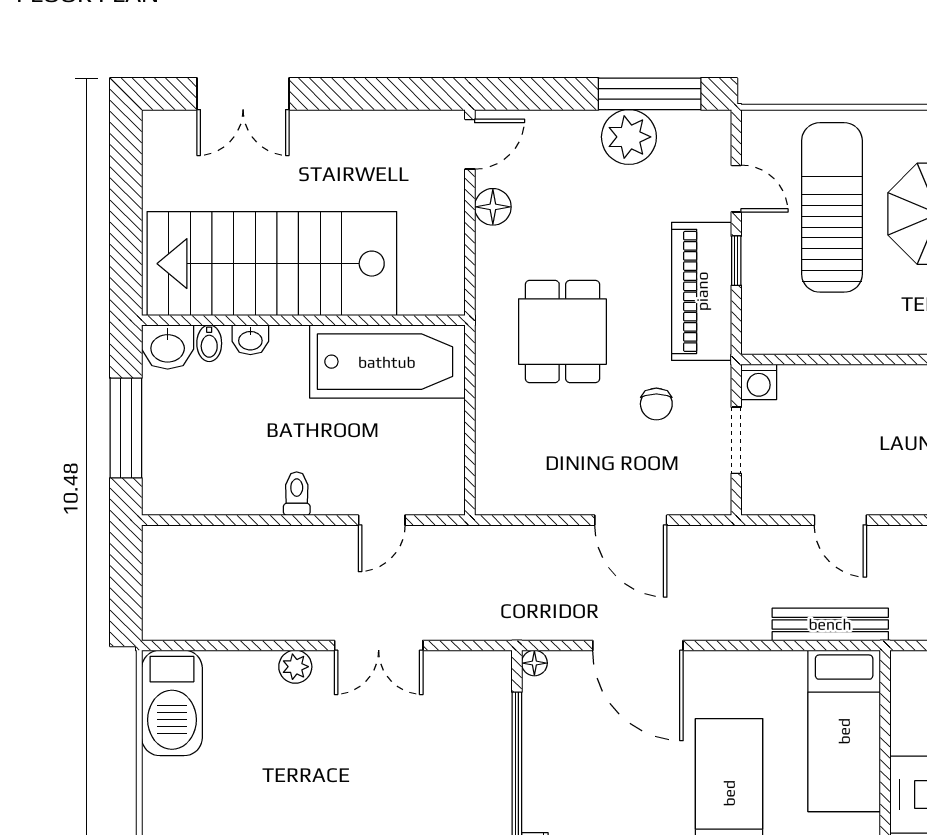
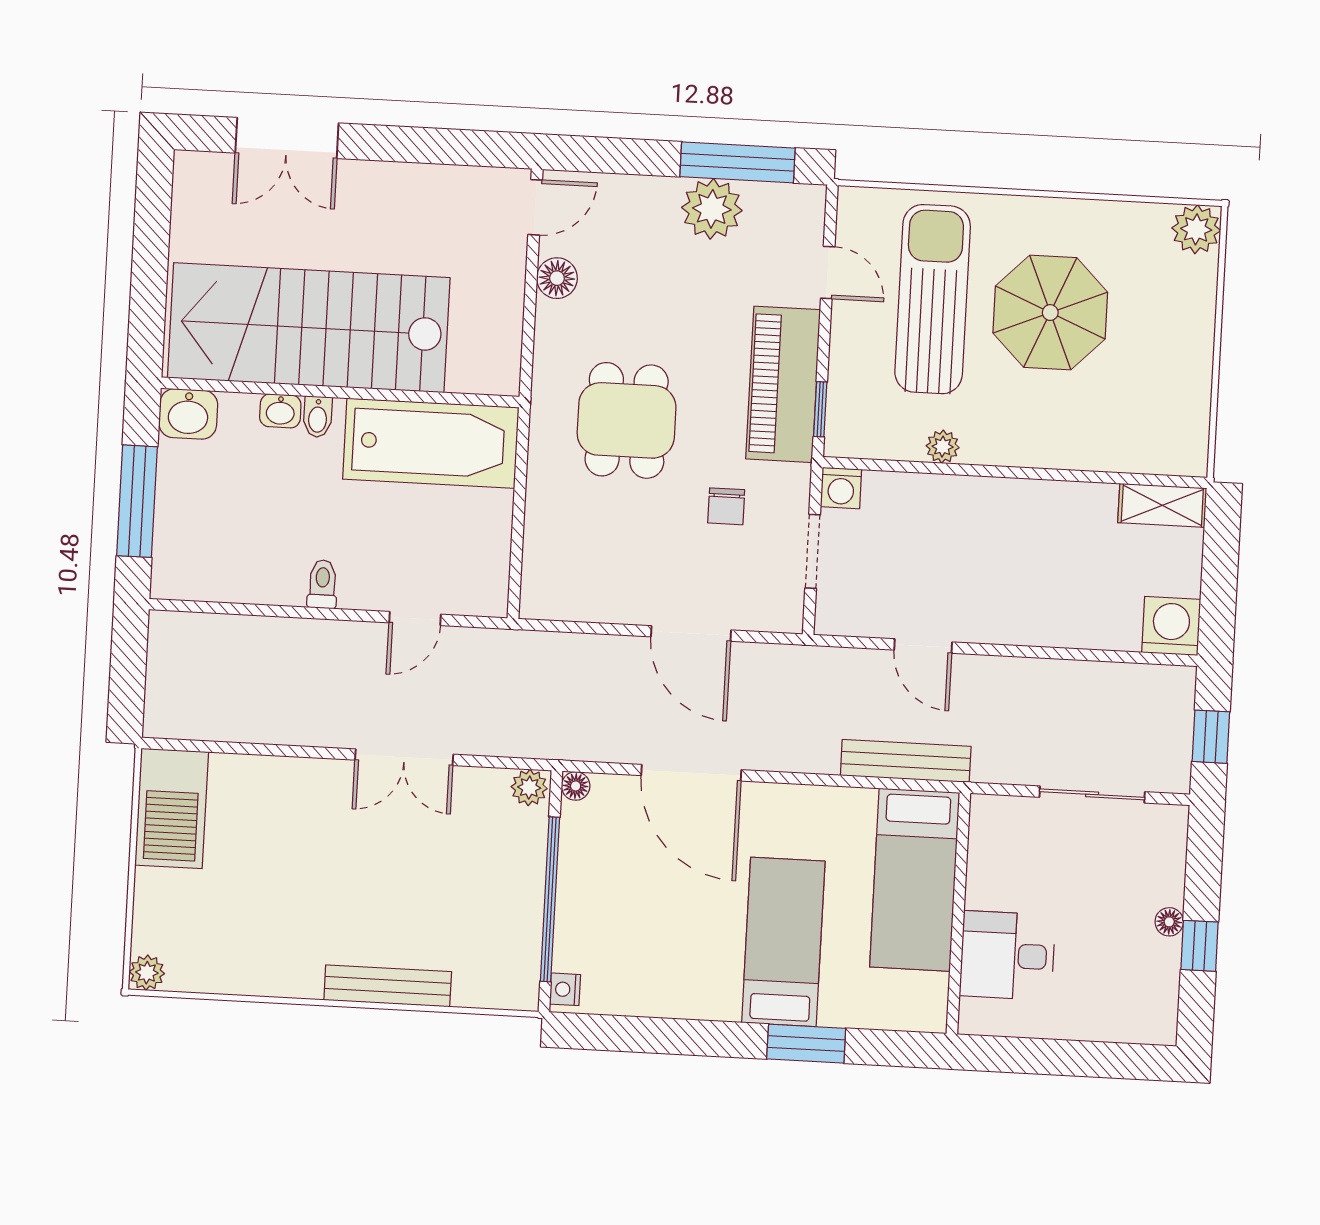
window: (736, 261) -> (820, 409), moved
plant: (848, 340) -> (943, 447), added
bidet: (209, 343) -> (318, 417), moved
plant: (295, 667) -> (529, 788), moved

